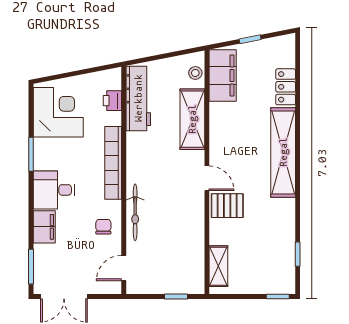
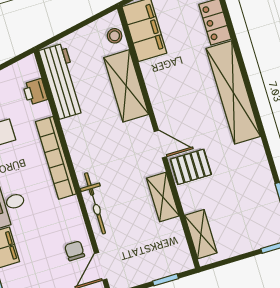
shelving: (195, 224) -> (163, 197), added
chair: (103, 227) -> (75, 251), moved

